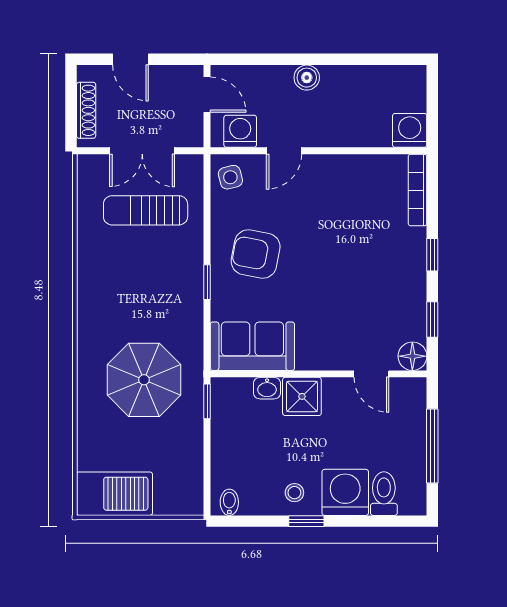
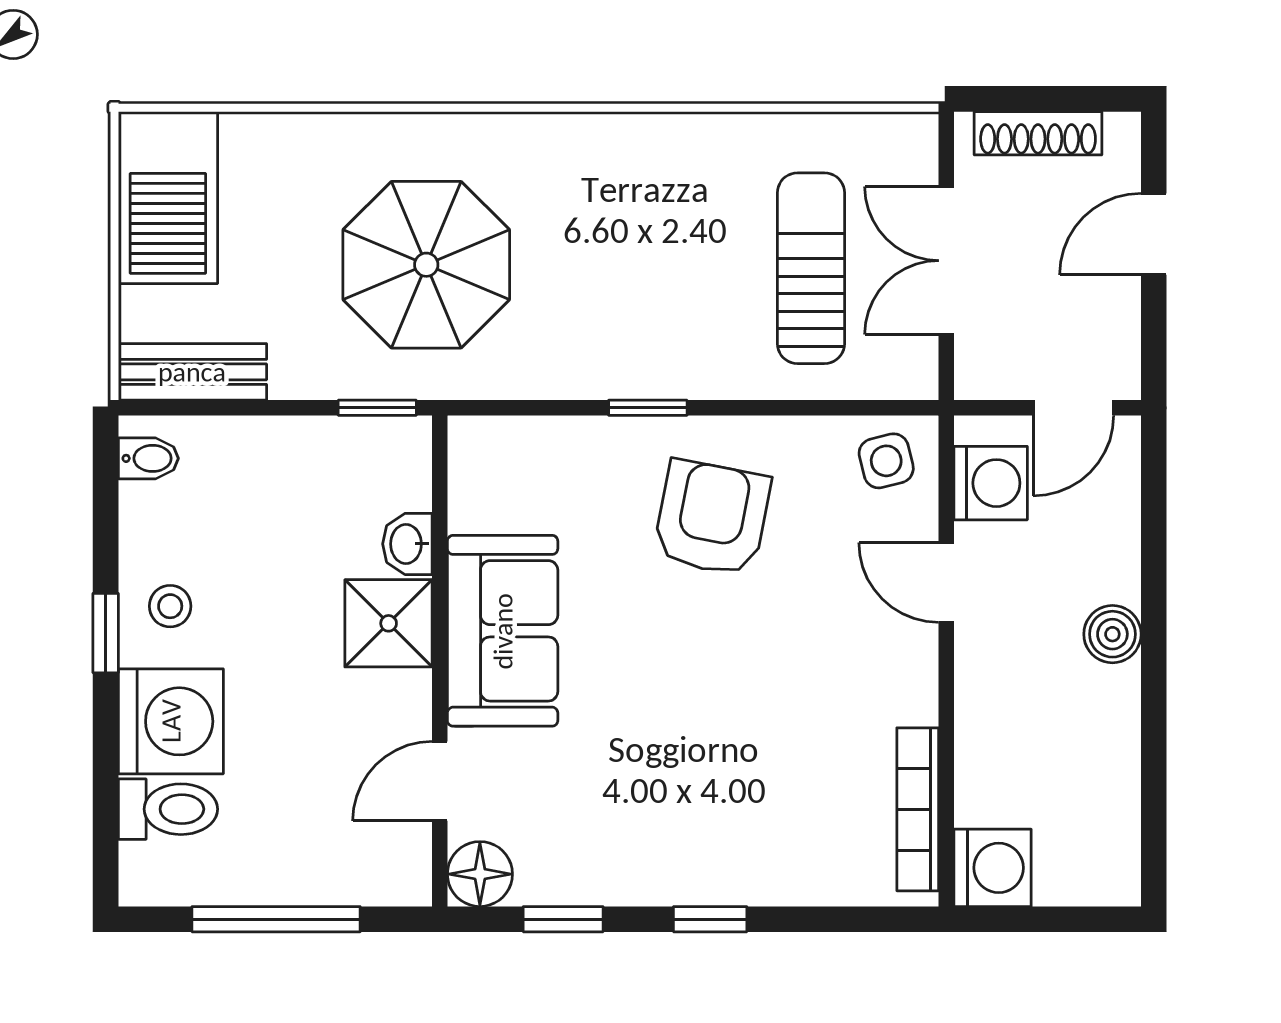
bookcase: (418, 190) -> (918, 809), moved, turned -90
sofa: (252, 346) -> (503, 631), moved
bench: (191, 483) -> (192, 372), added

